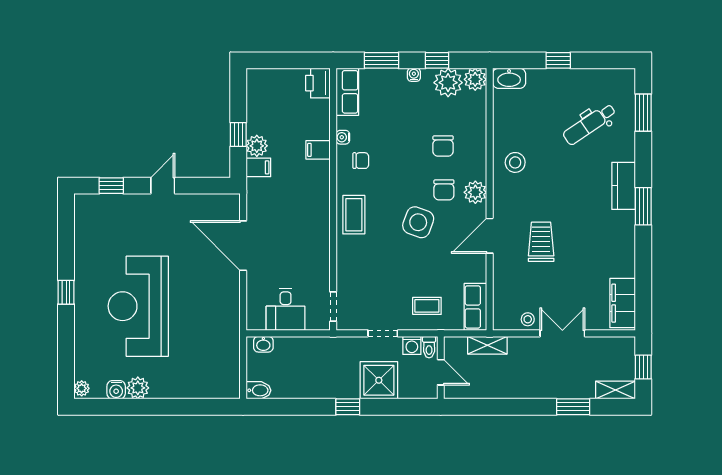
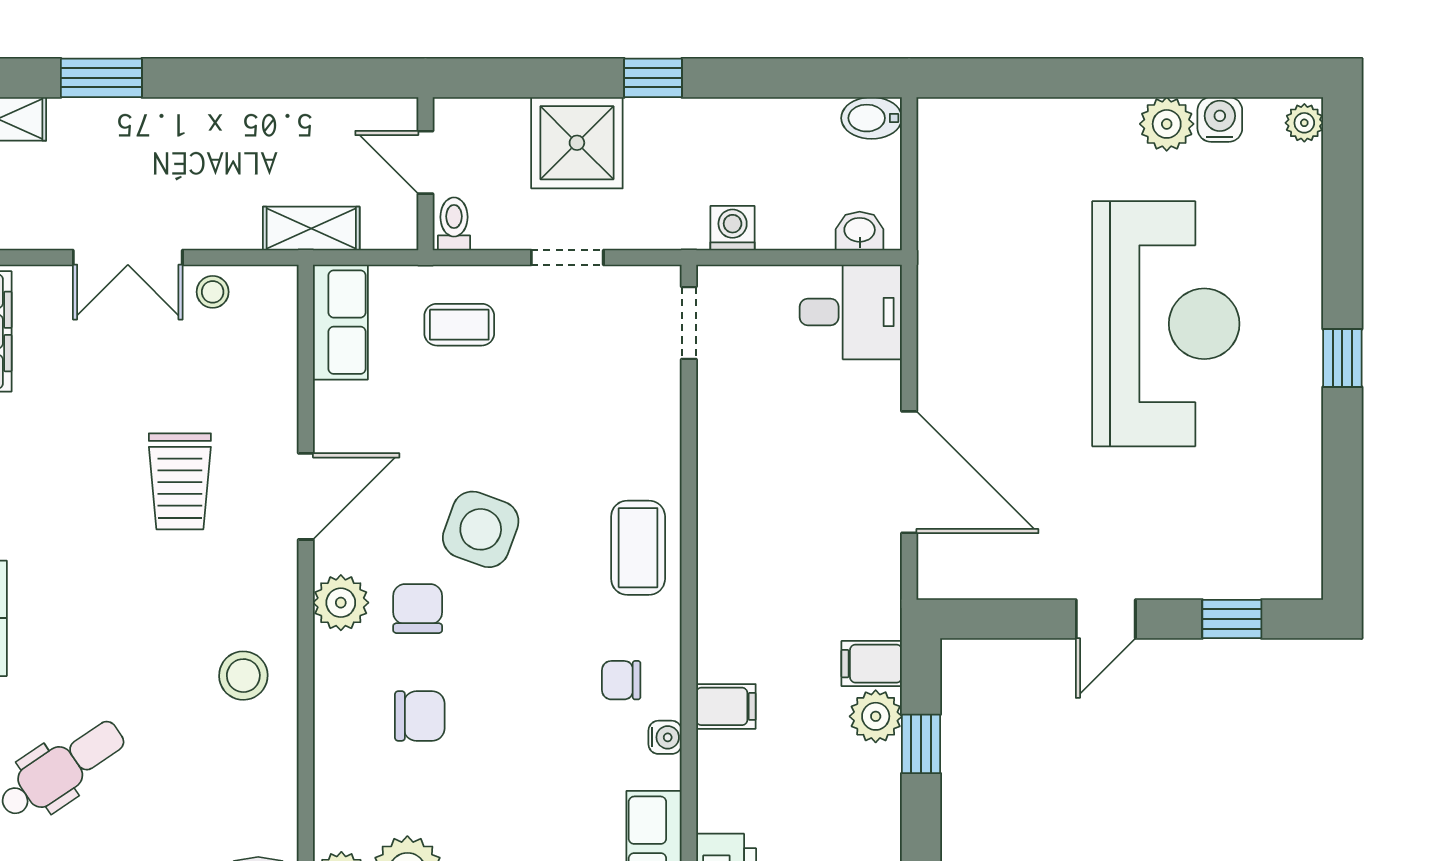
chair: (443, 146) -> (420, 716), turned 90
desk: (286, 310) -> (851, 312), moved, turned 90
washing machine: (412, 345) -> (733, 228), moved

